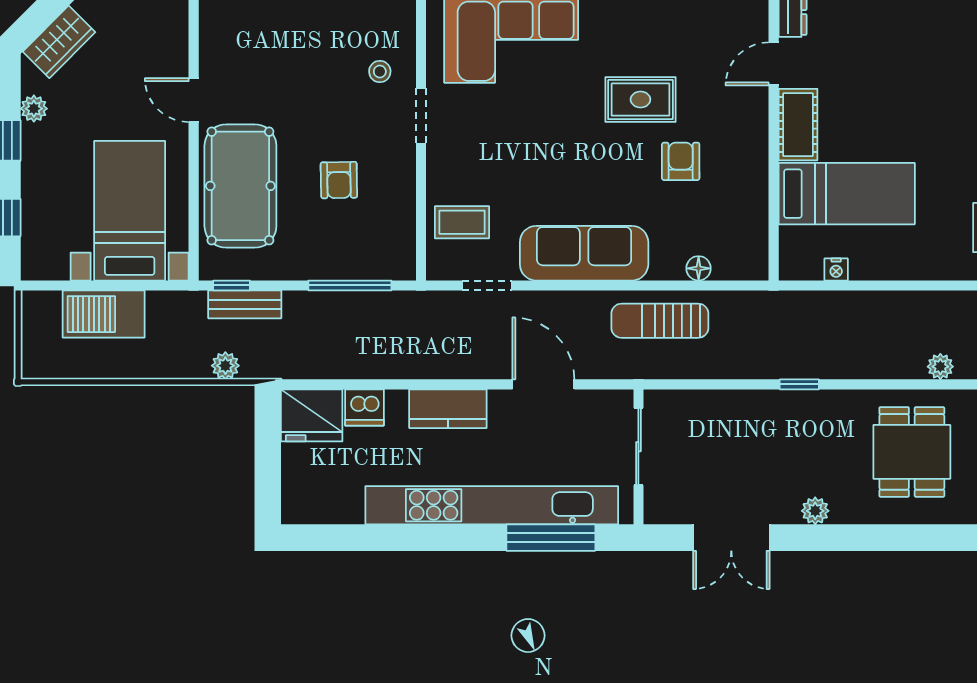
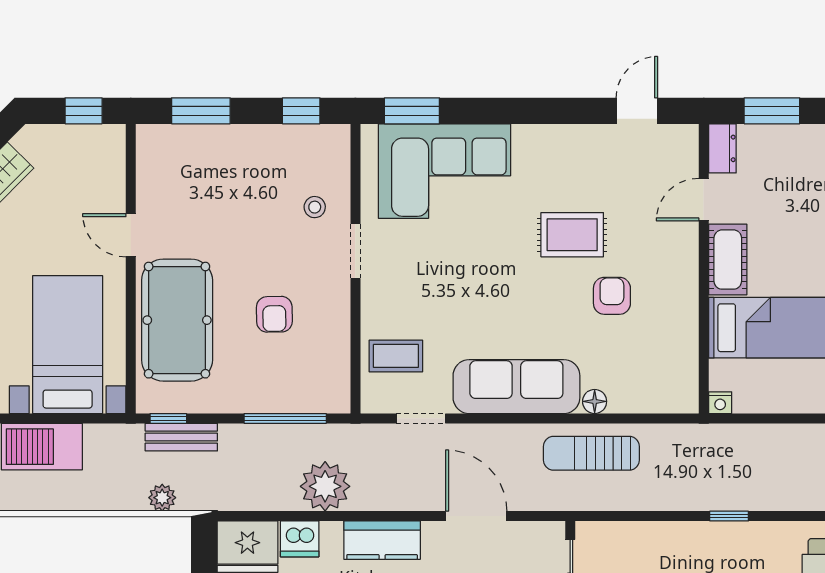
floor lamp: (699, 268) -> (595, 401), moved
nightstand: (836, 270) -> (720, 403), moved
plant: (390, 354) -> (325, 486), added

